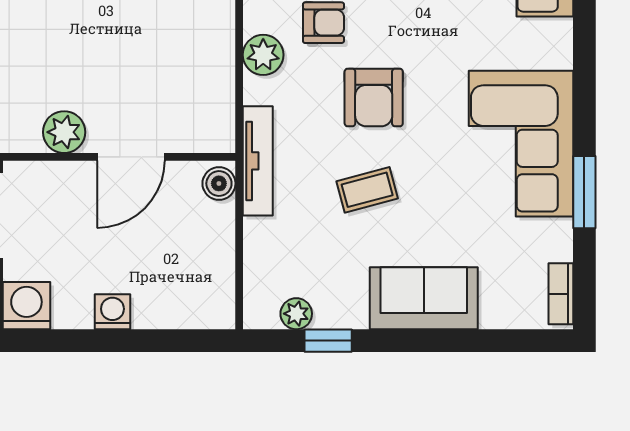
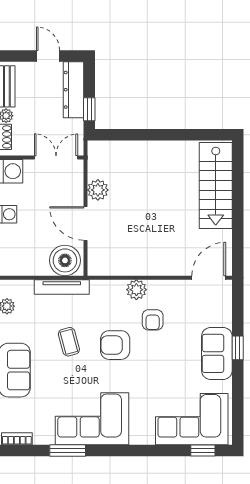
tv unit: (258, 161) -> (62, 287), moved
boiler: (219, 183) -> (65, 260), width x1.86, depth x1.86

